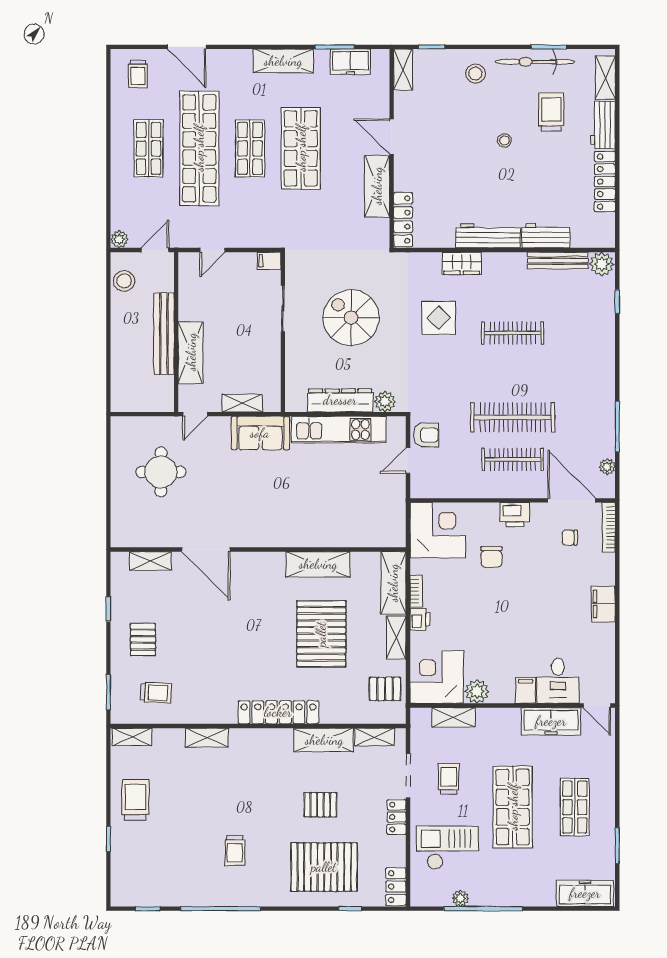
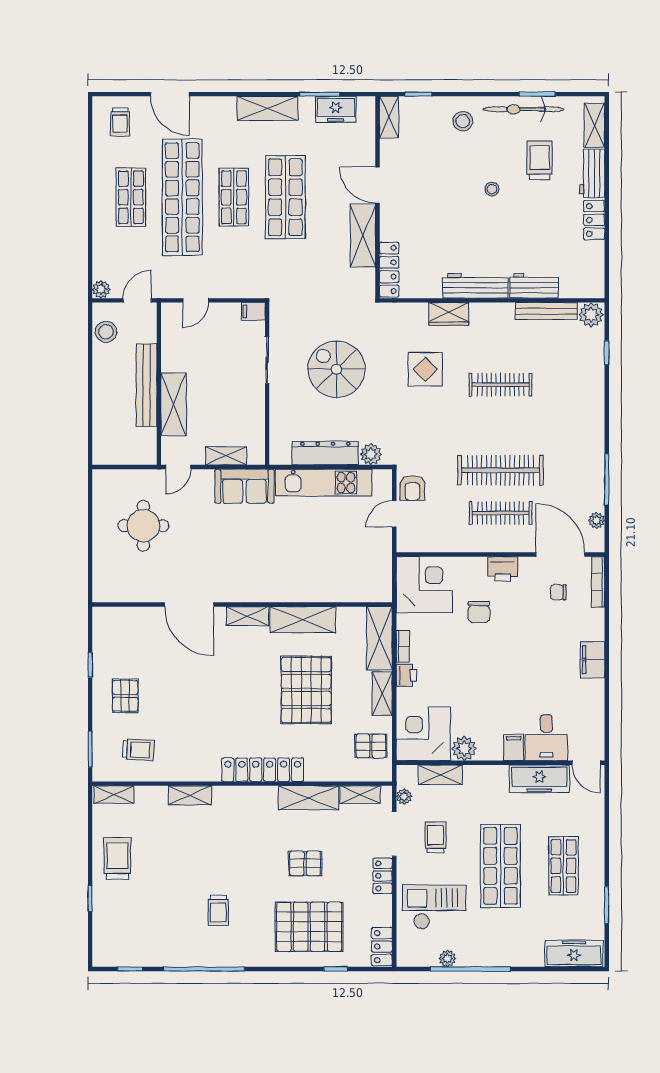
locker: (605, 182) -> (594, 220), width x0.66
armchair: (426, 435) -> (412, 488), turned 90
shelving: (150, 561) -> (247, 616), moved
plant: (418, 739) -> (404, 796), added

